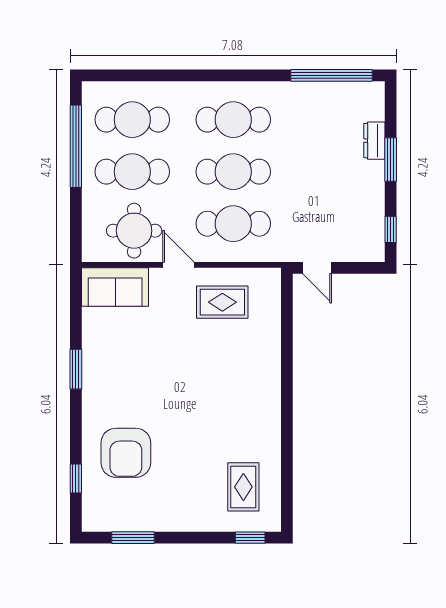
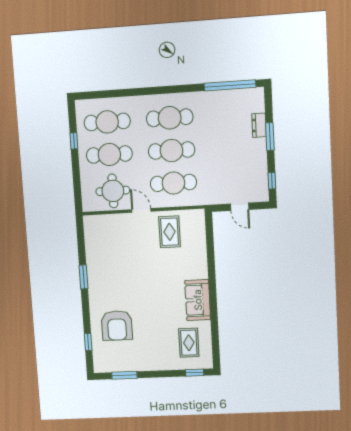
window: (76, 146) -> (74, 141), width x0.32
door: (317, 268) -> (240, 207), moved
sofa: (115, 287) -> (198, 300), moved, turned 90
rug: (222, 302) -> (170, 232), turned 90

